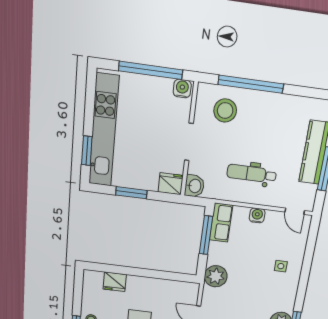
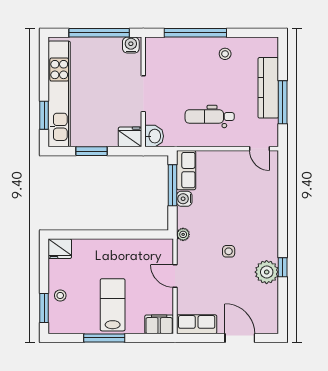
stool: (225, 111) -> (225, 54), moved, width x0.53, depth x0.53
water cooler: (257, 215) -> (184, 199), moved, turned -90
side table: (281, 266) -> (229, 251), moved
plant: (216, 276) -> (183, 234), width x0.53, depth x0.53
fridge: (115, 282) -> (60, 249), moved

